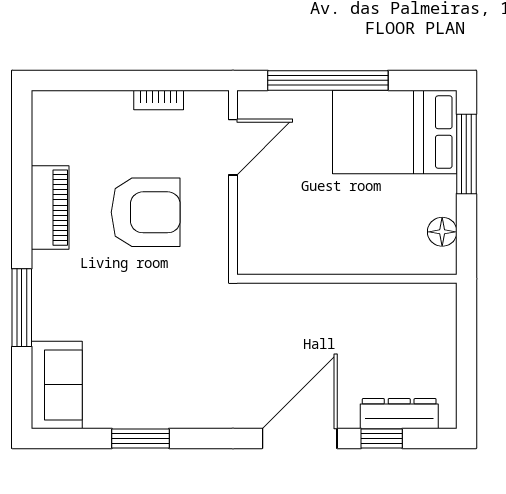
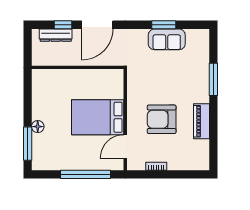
bed: (395, 132) -> (98, 117), moved, turned 180
floor lamp: (442, 232) -> (38, 127), moved
wall: (347, 279) -> (78, 67), moved
sofa: (57, 385) -> (167, 39), moved, turned -90

